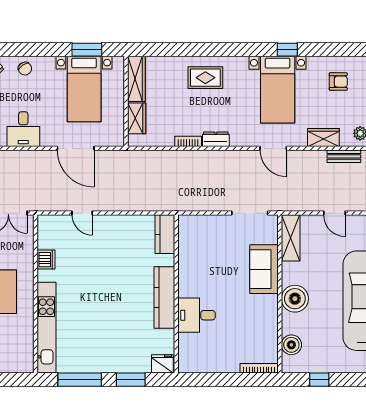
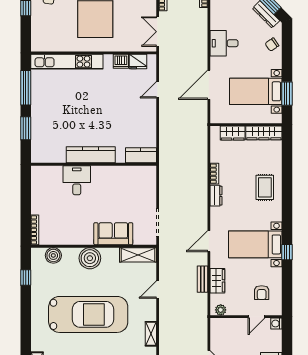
bench: (344, 156) -> (203, 279), moved
fridge: (162, 364) -> (138, 62), moved, turned 90

